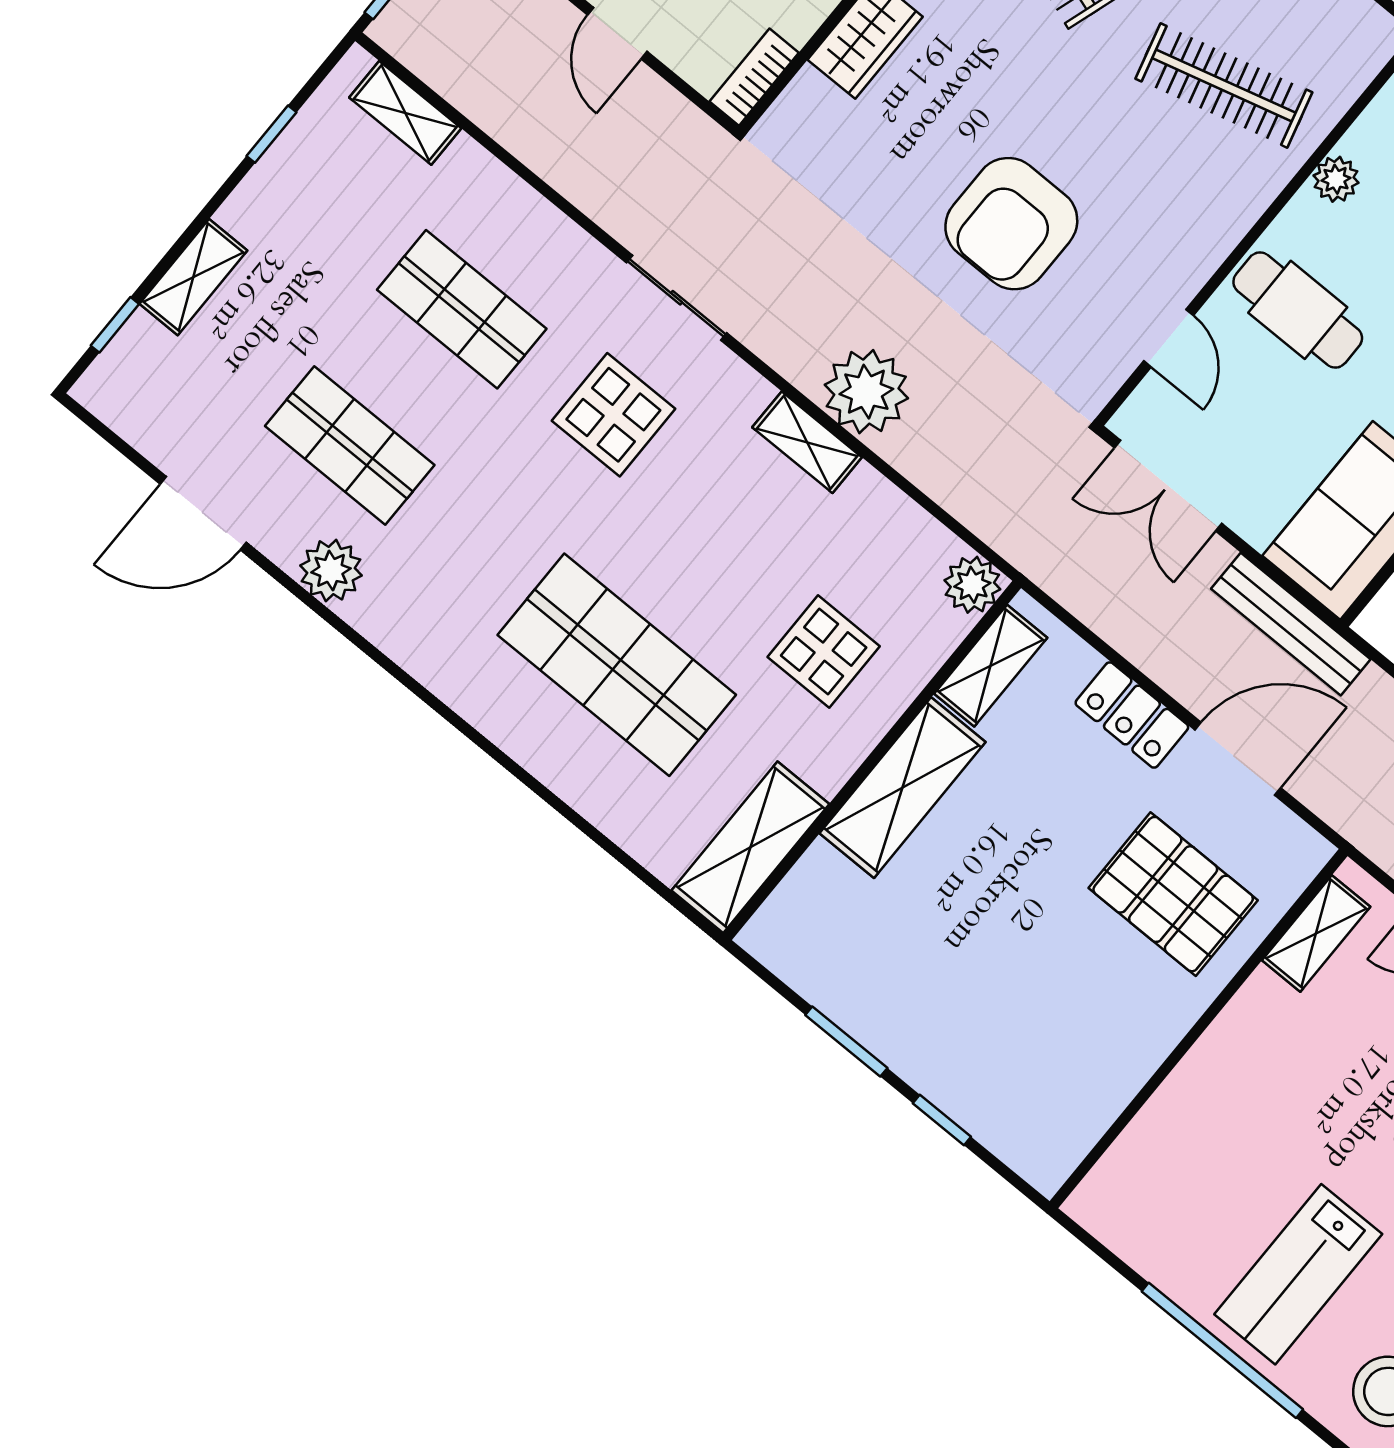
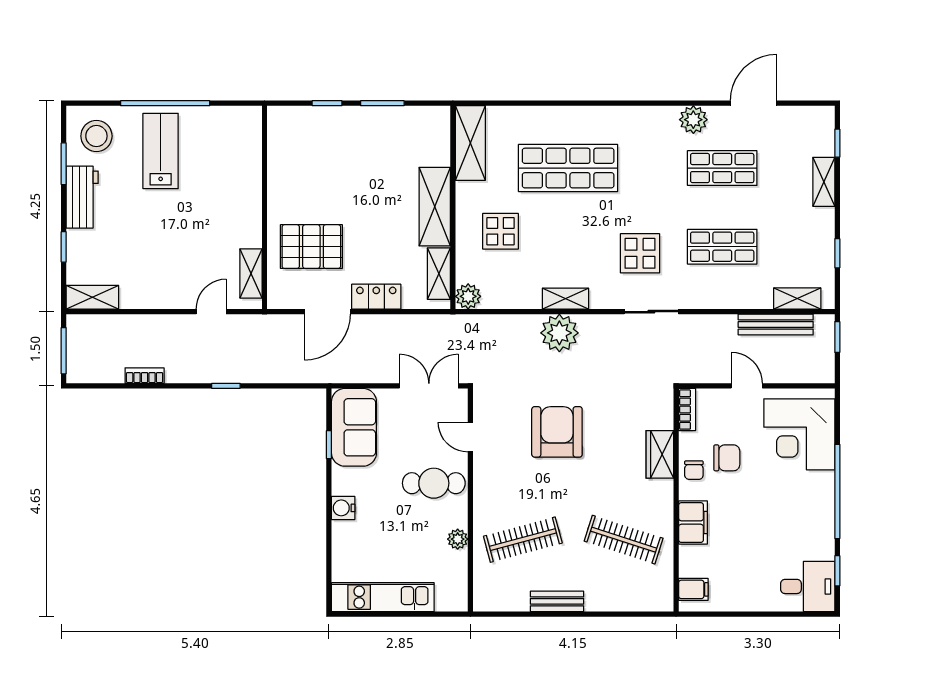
bench: (1291, 624) -> (776, 324), moved

